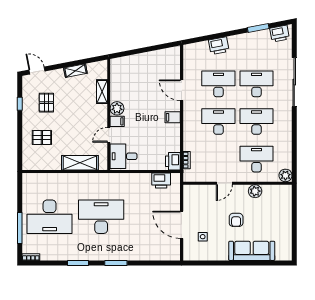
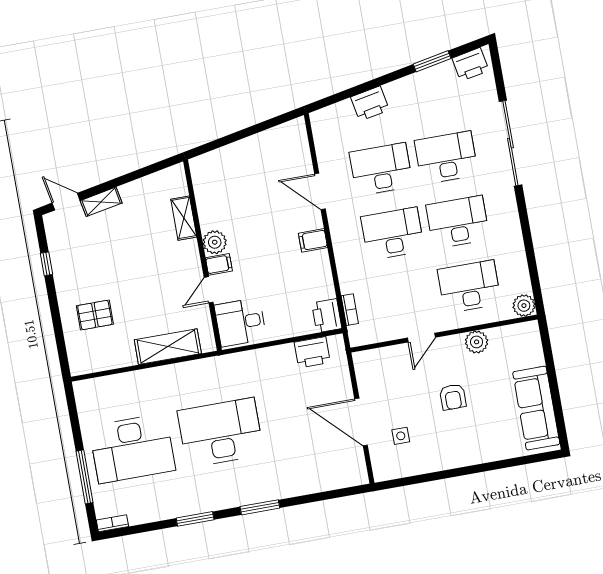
shelving: (75, 71) -> (101, 202), moved
pallet: (46, 103) -> (92, 254), removed
sofa: (252, 251) -> (536, 408), moved, turned -90

